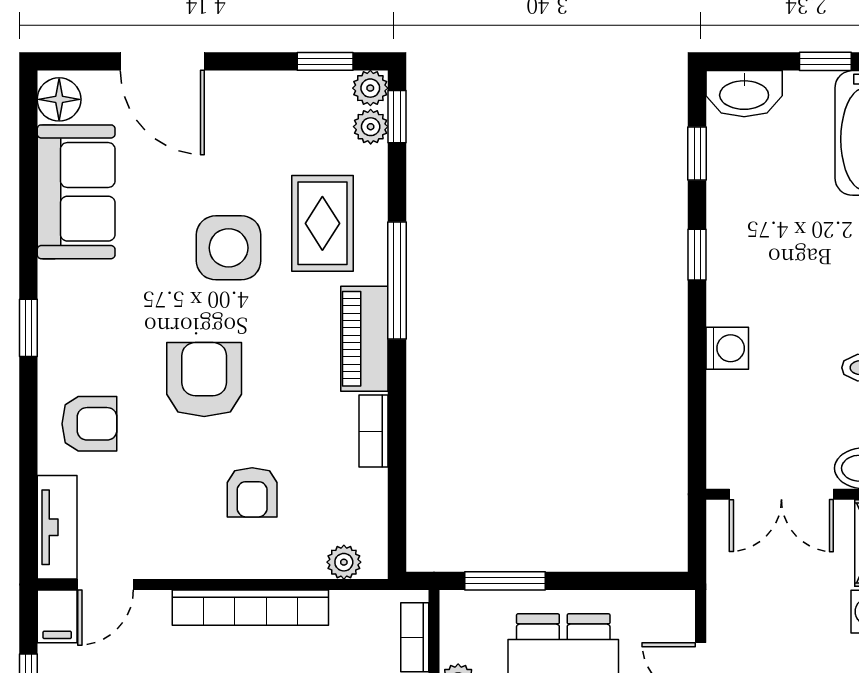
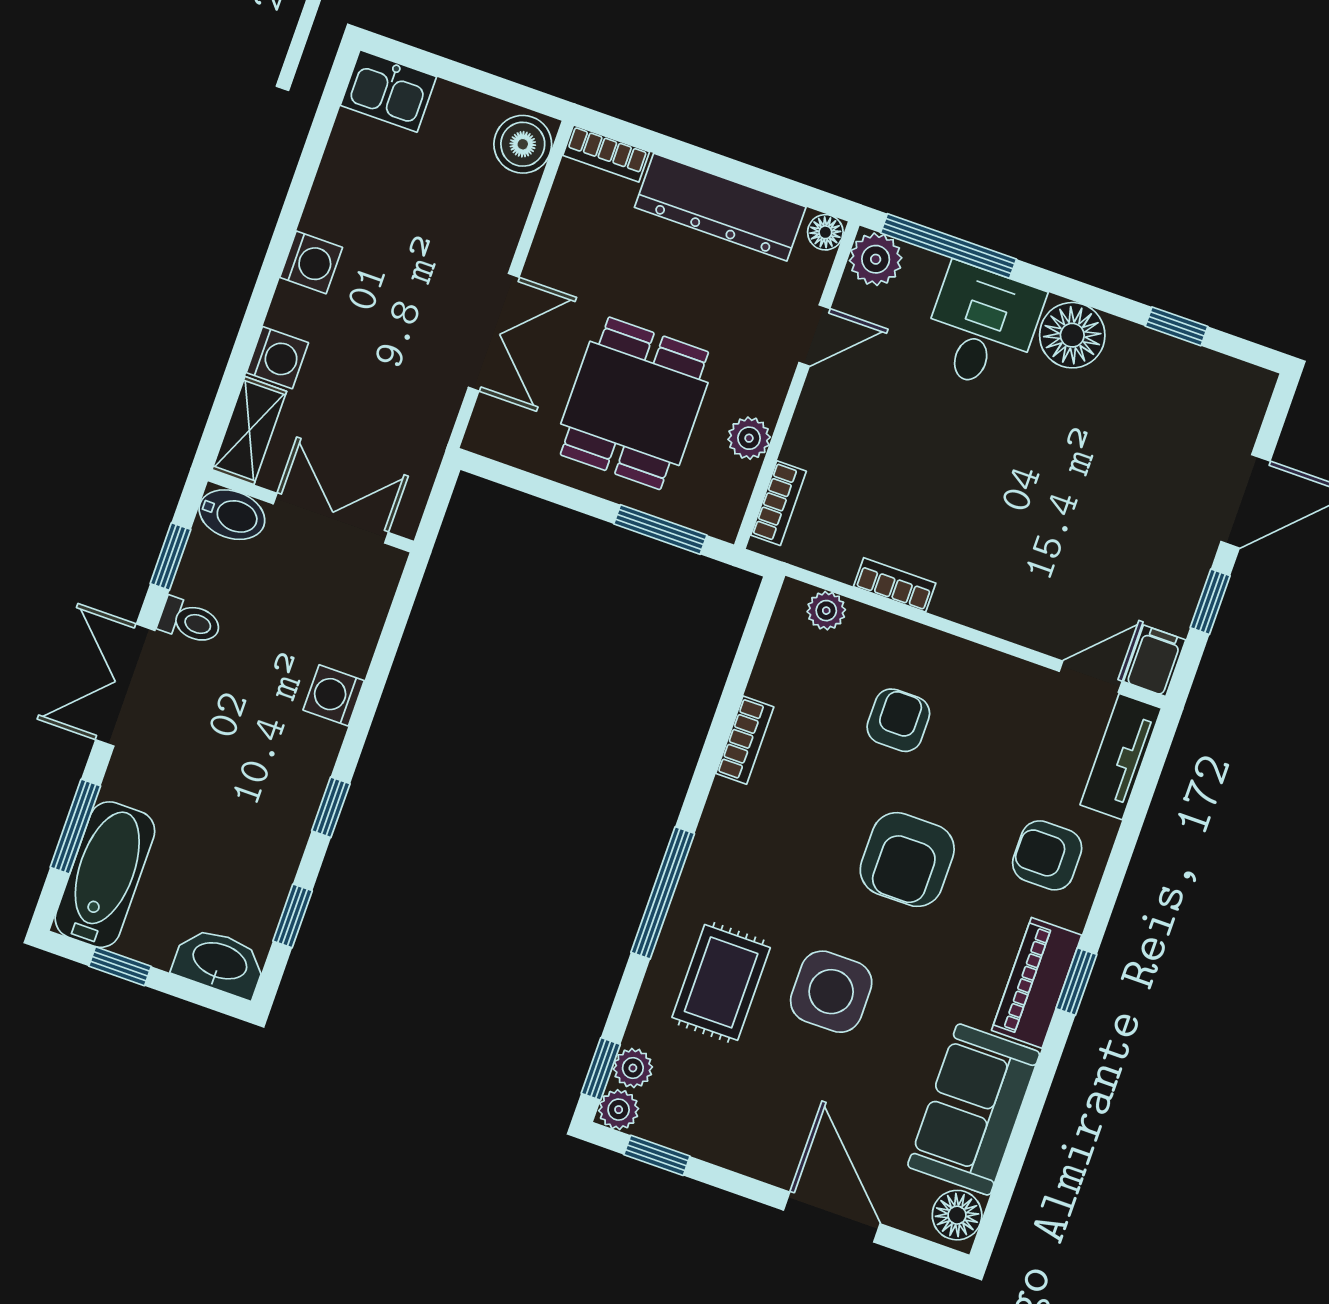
piano: (364, 339) -> (1037, 983), moved, turned 180
bookcase: (250, 608) -> (895, 585), width x0.43, depth x0.76

